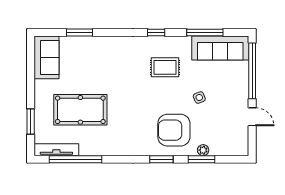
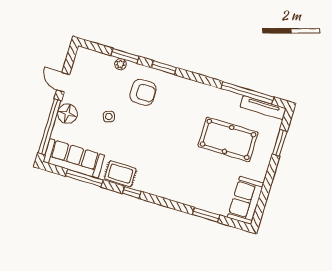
rug: (165, 67) -> (120, 174), moved
floor lamp: (239, 88) -> (67, 114), added
armchair: (174, 130) -> (143, 92), width x0.73, depth x0.73

